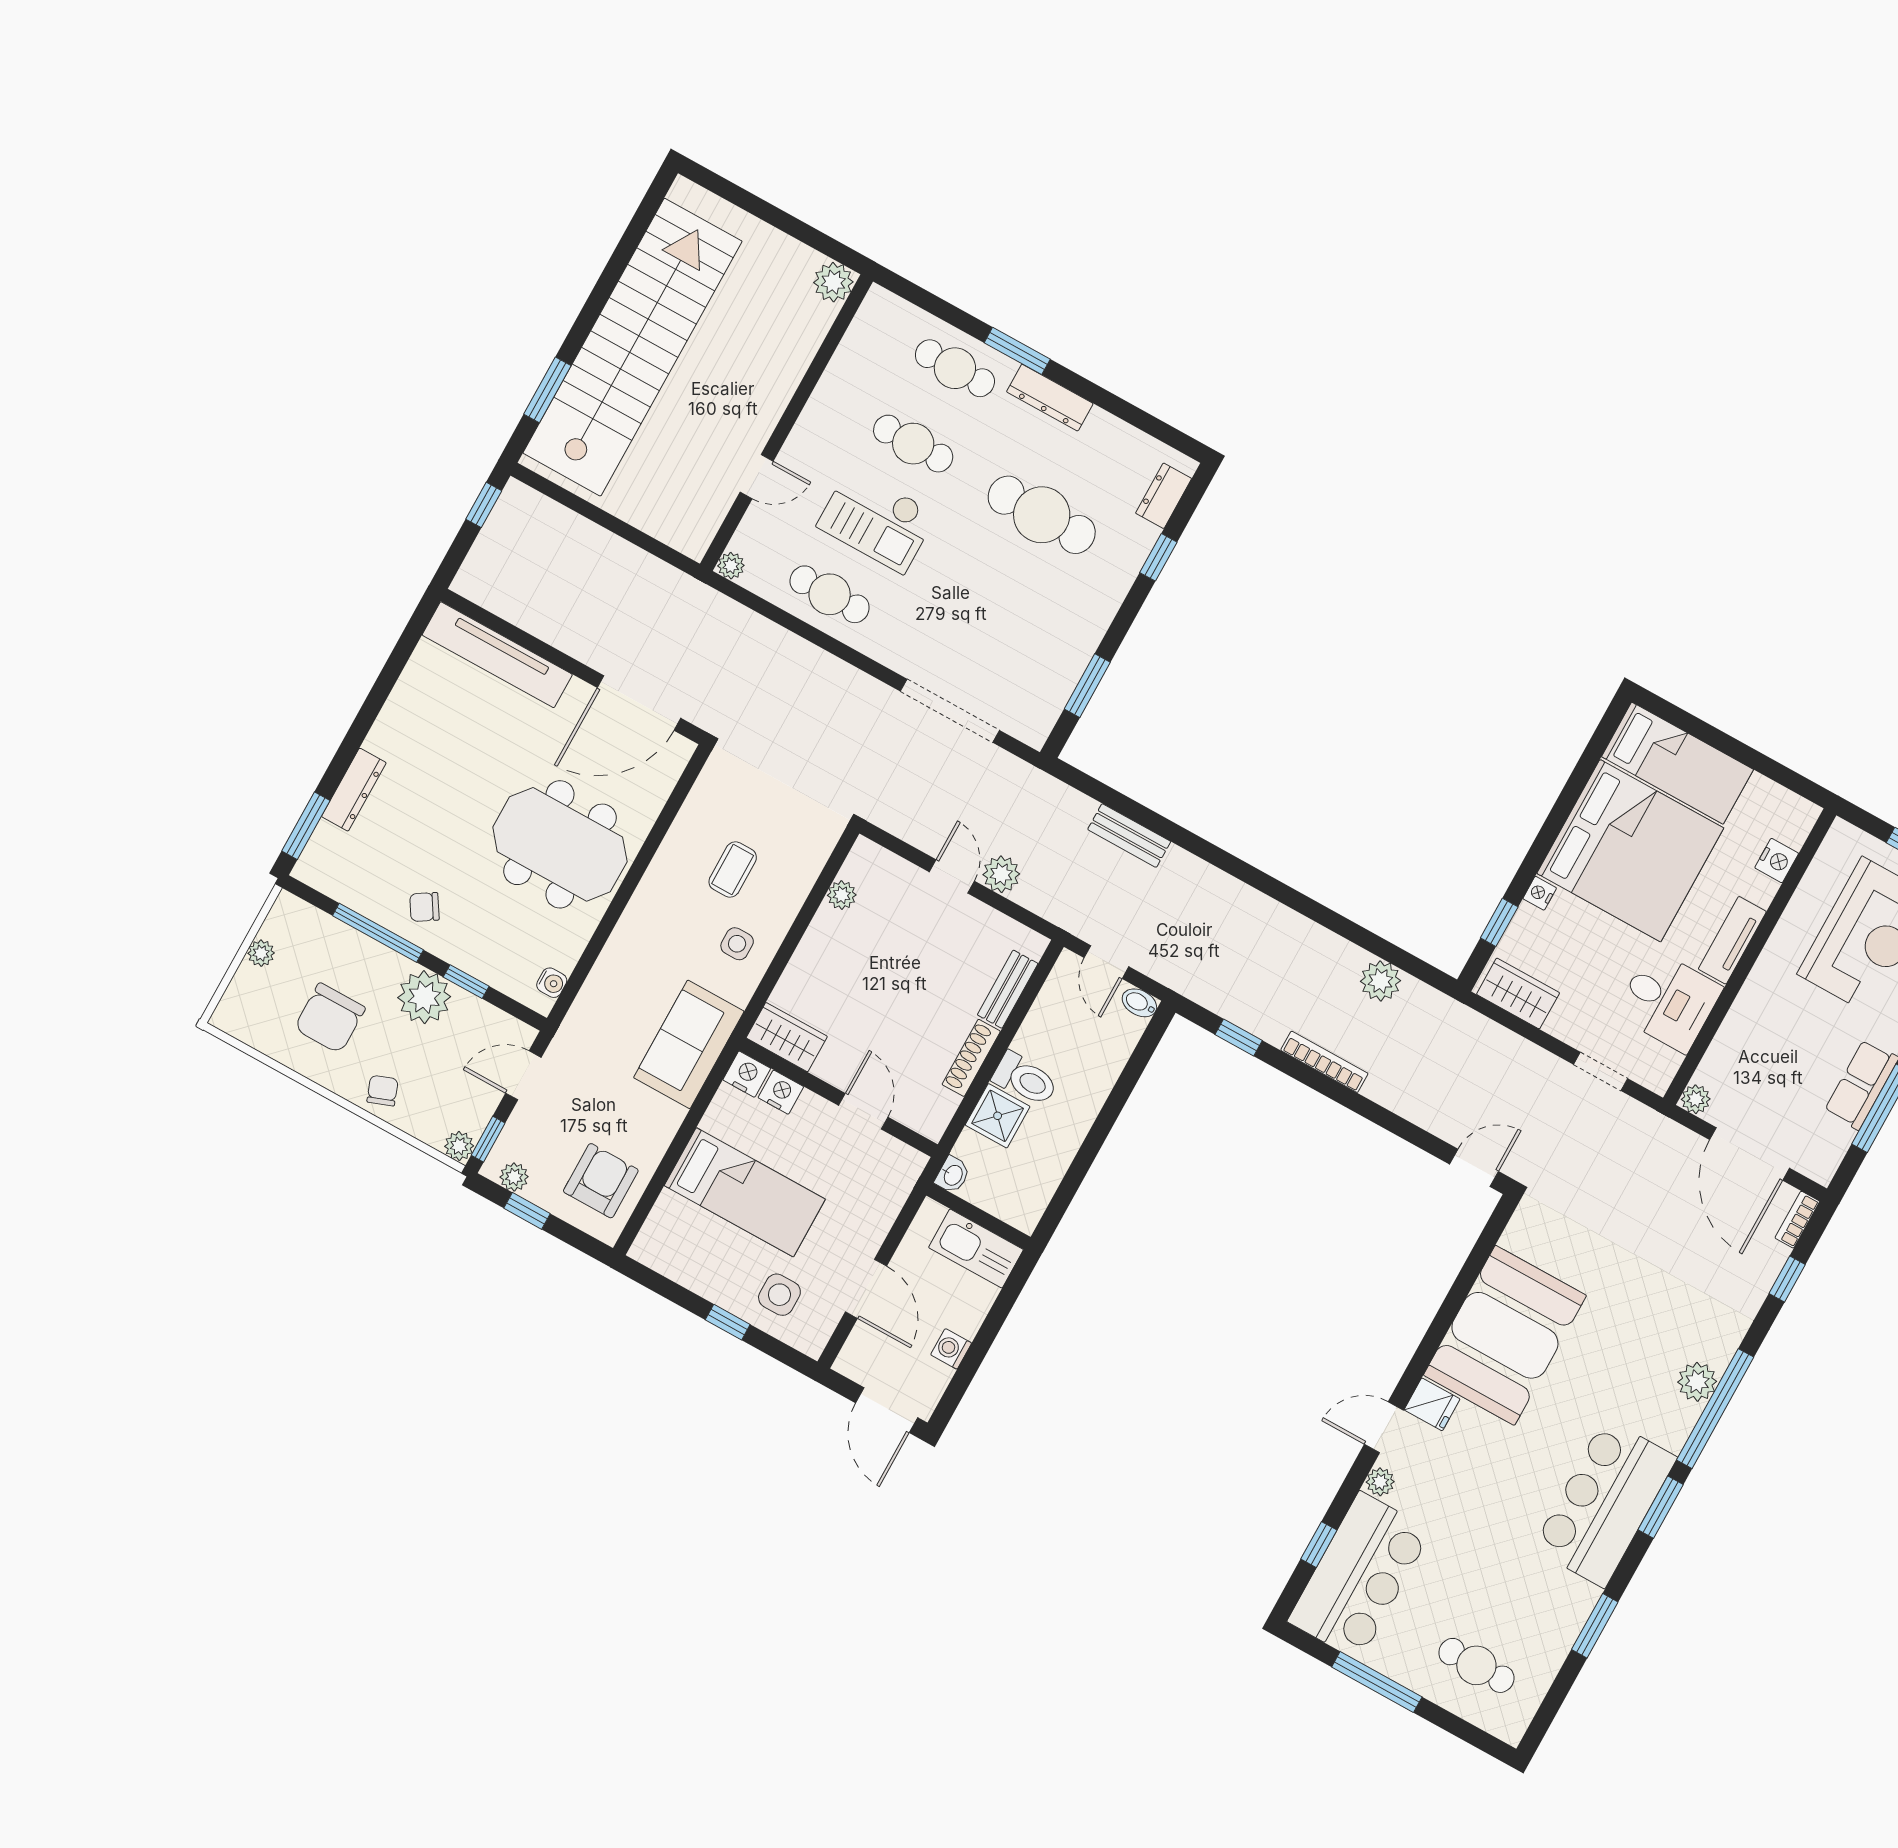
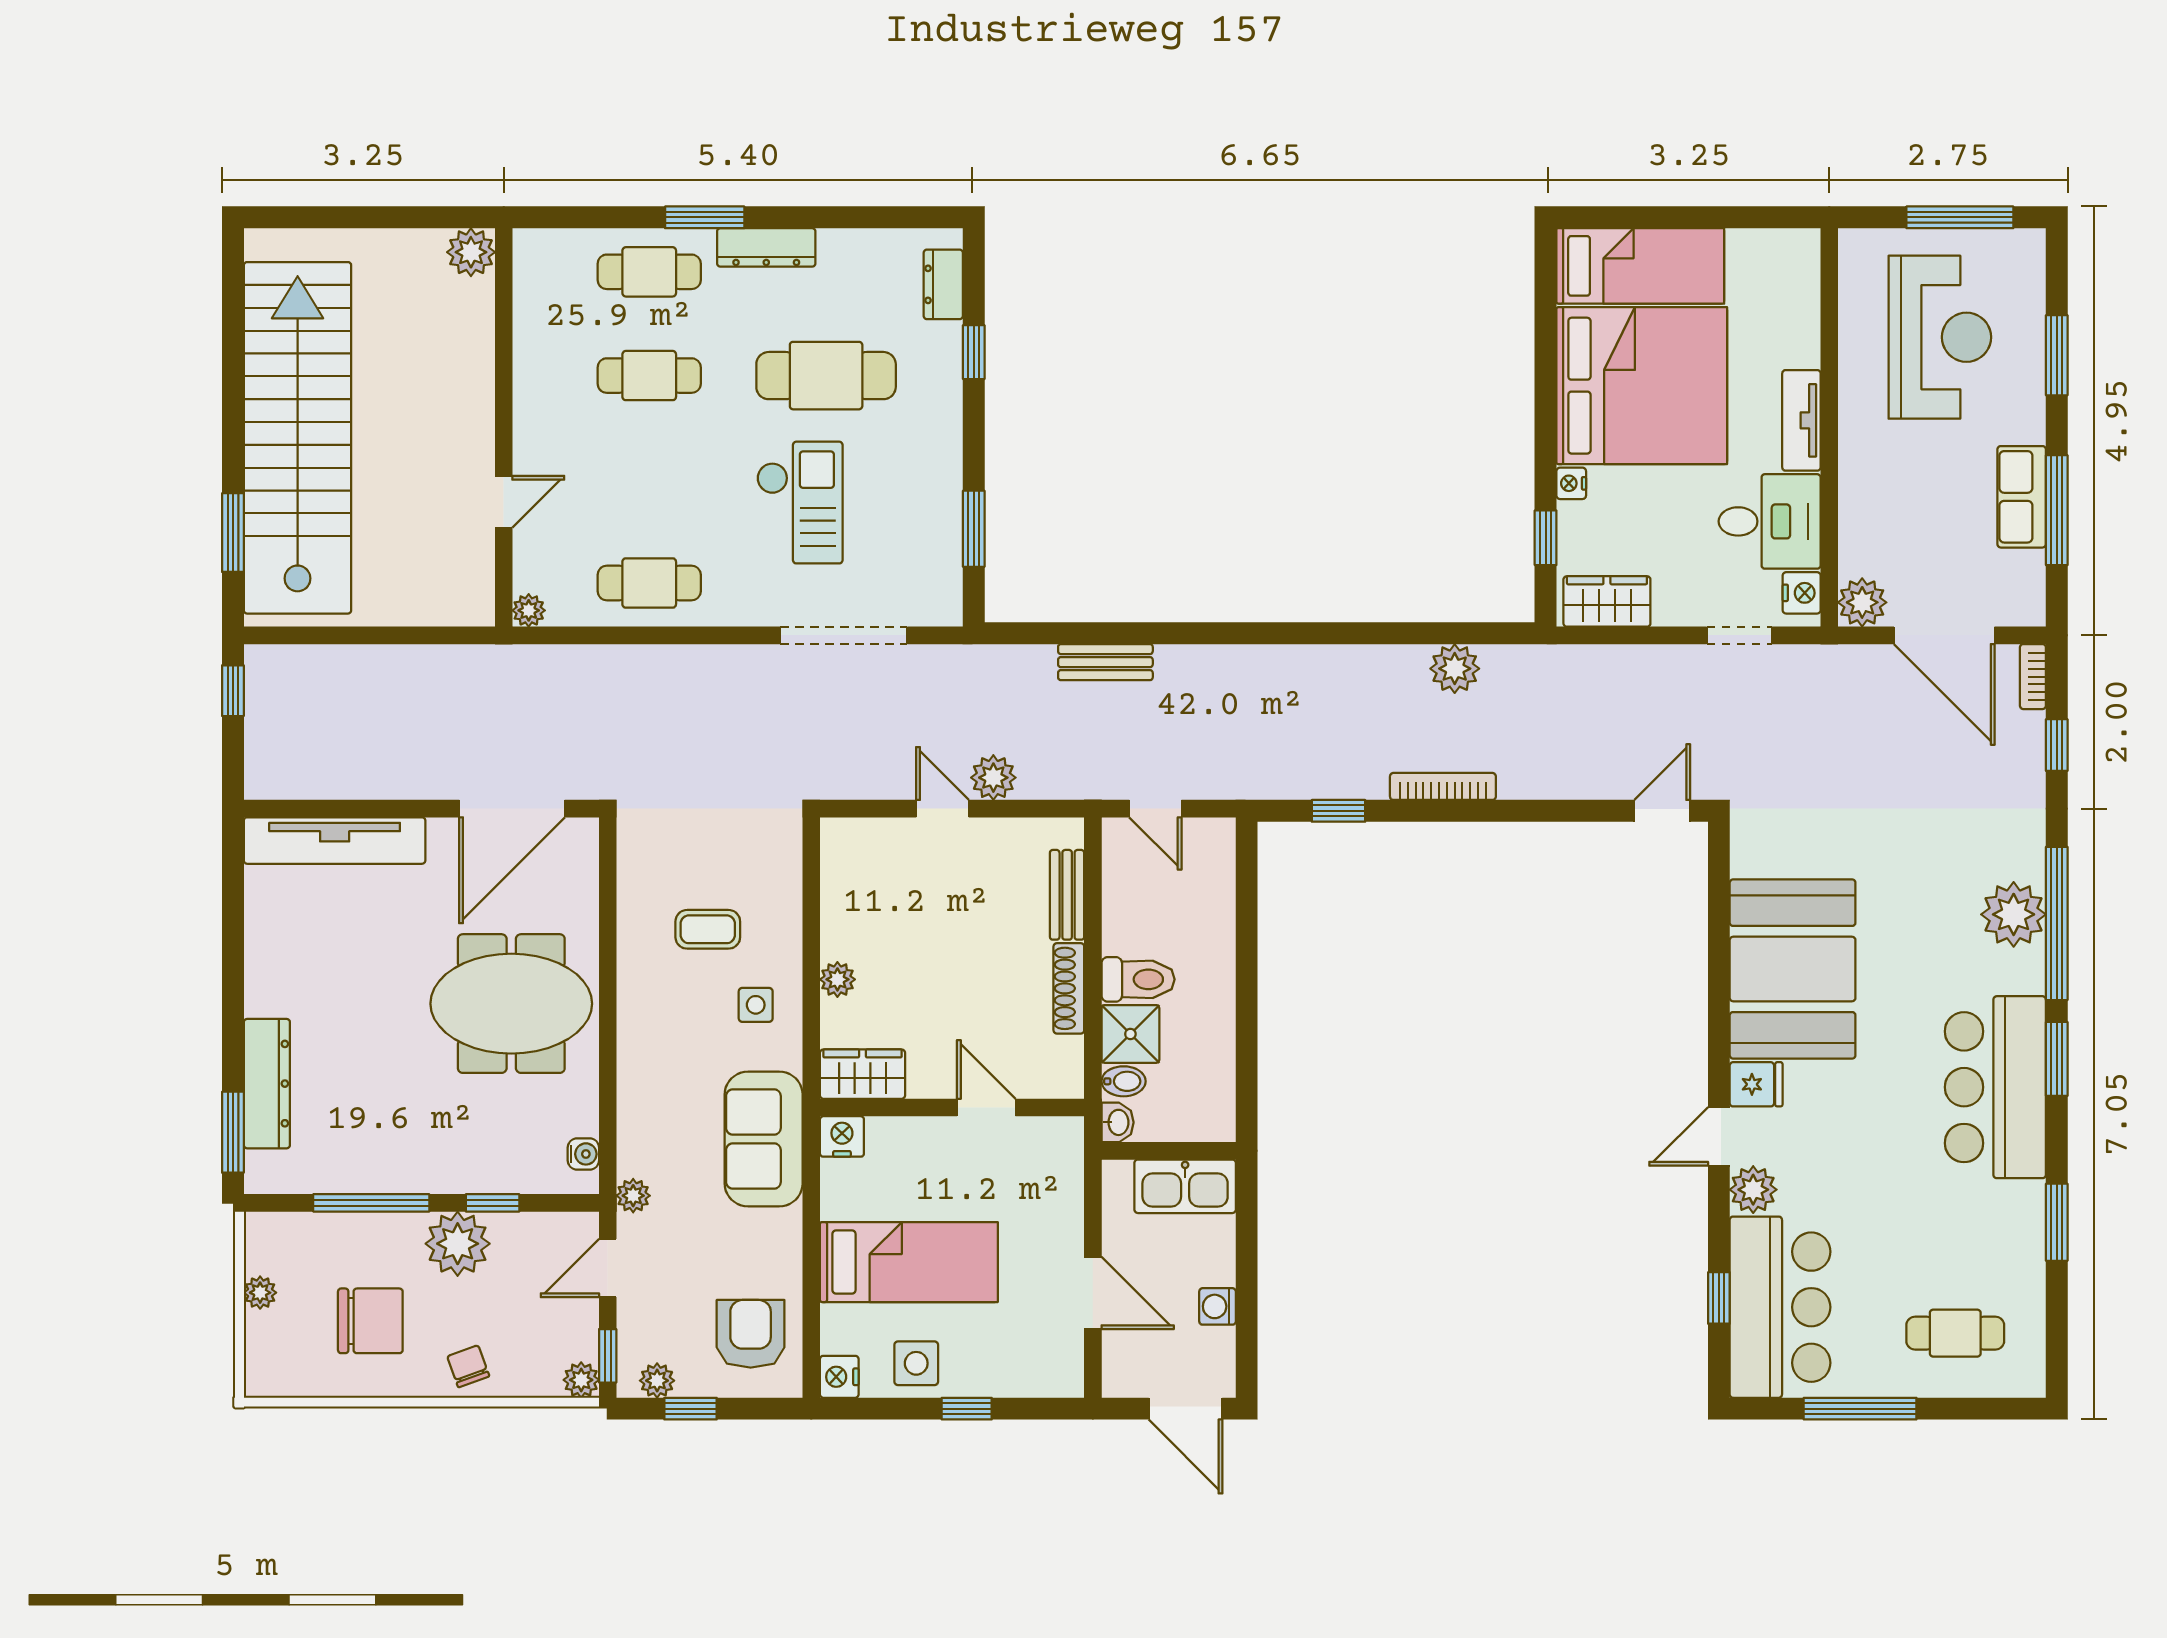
checkout: (877, 520) -> (800, 503), moved, turned -90
dresser: (354, 790) -> (267, 1084), width x1.37, depth x1.24
nightstand: (1777, 861) -> (1802, 593), moved
coffee table: (733, 870) -> (708, 929), turned 90
plant: (842, 895) -> (837, 979), moved
chair: (424, 907) -> (405, 1149), removed
bidet: (1139, 1003) -> (1124, 1081), moved, turned 180
chair: (330, 1018) -> (370, 1321), turned -90
plant: (571, 1033) -> (633, 1196), added
nightstand: (781, 1092) -> (839, 1377), moved, turned -90
plant: (1696, 1099) -> (1862, 602), width x1.38, depth x1.38
side table: (779, 1295) -> (916, 1363), moved
plant: (1697, 1382) -> (2014, 914), width x1.36, depth x1.36
plant: (1380, 1482) -> (1753, 1190), width x1.38, depth x1.38

